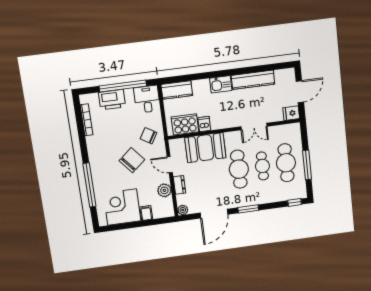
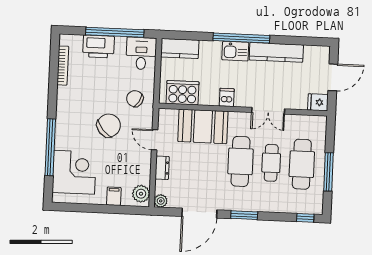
window: (224, 73) -> (241, 38), added
dishwasher: (204, 124) -> (227, 97), moved
plant: (164, 190) -> (141, 194), moved
corner desk: (122, 207) -> (74, 172), moved, turned 90

